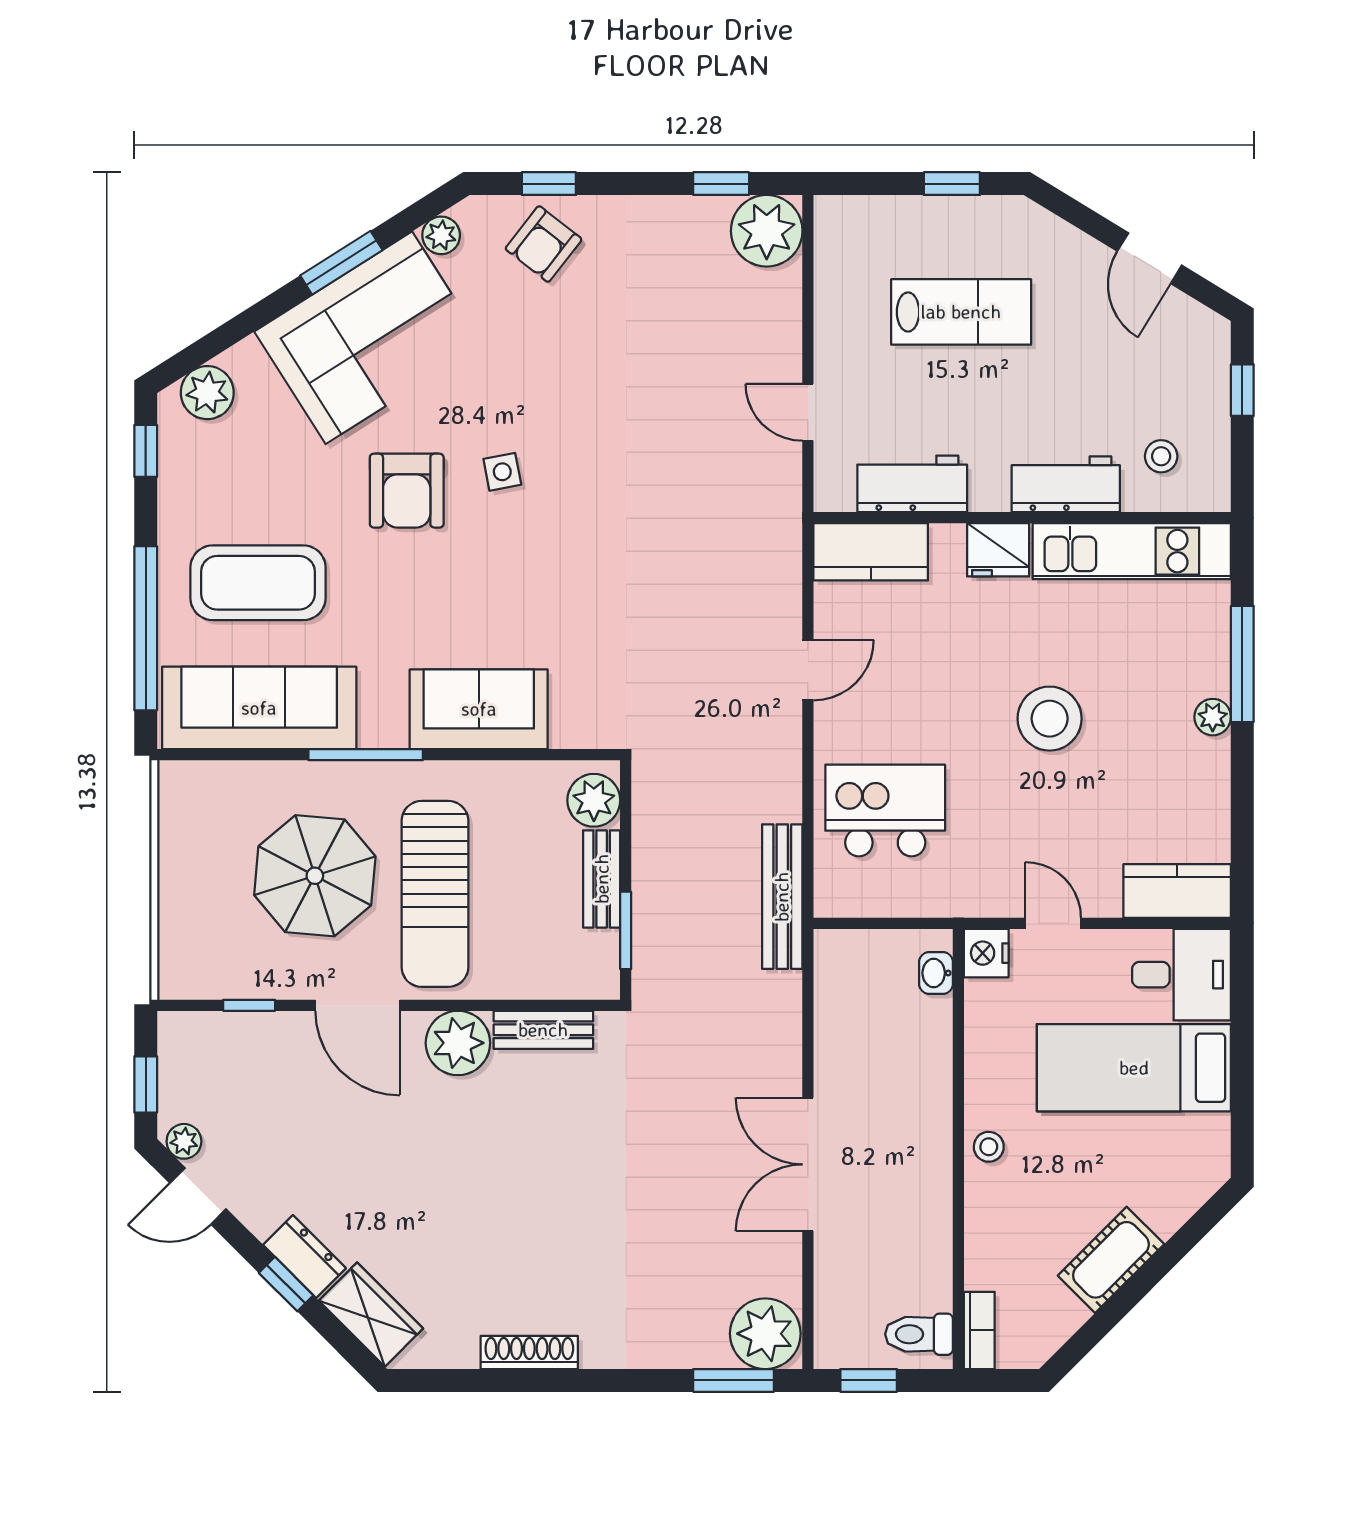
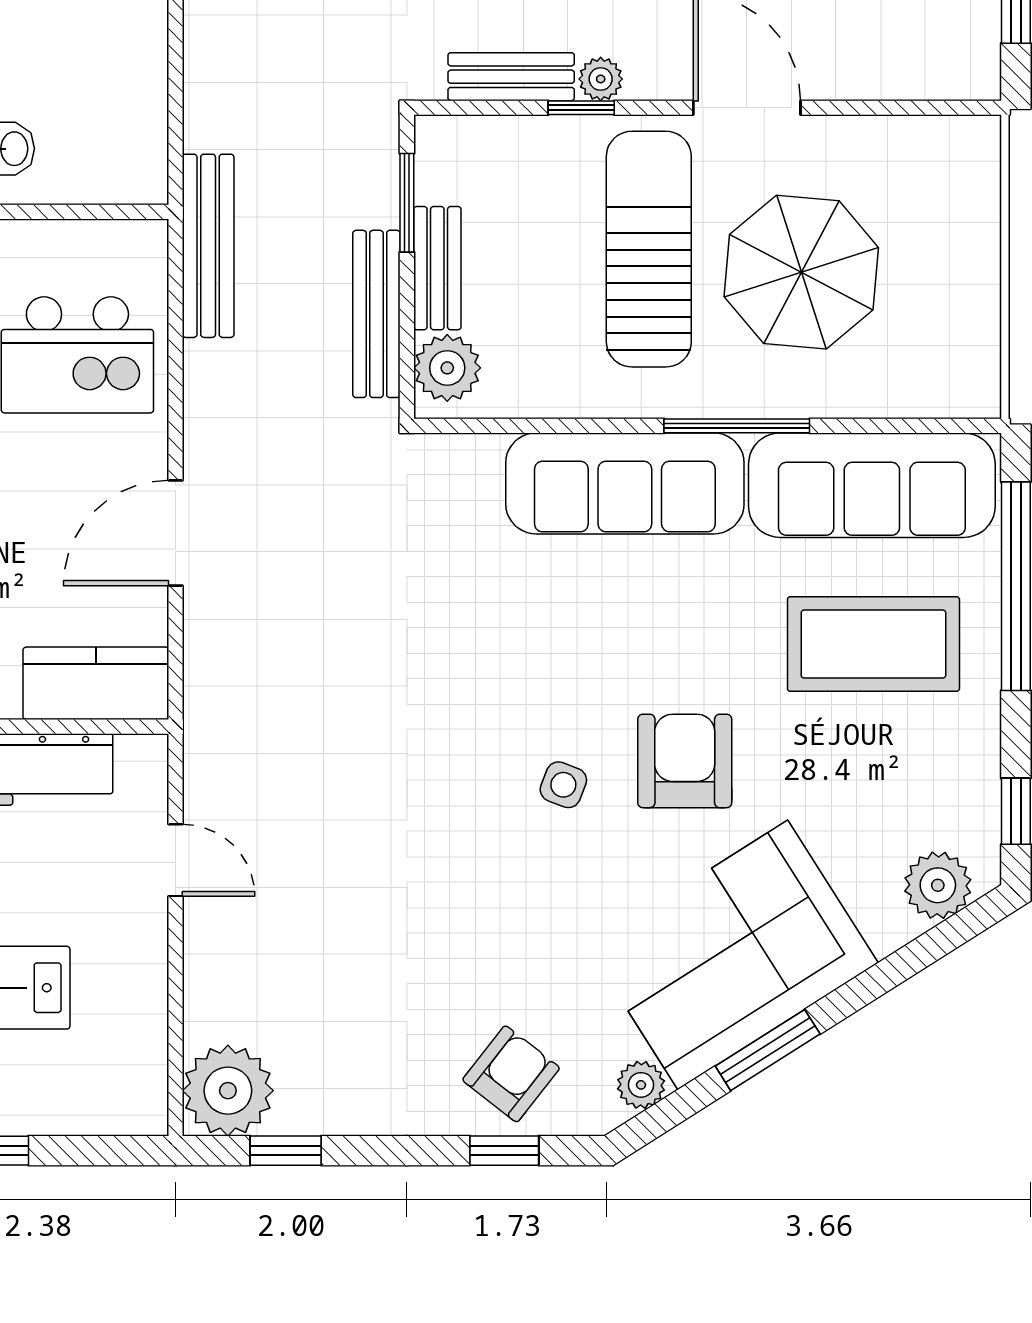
side table: (502, 472) -> (563, 785), turned 32
door: (808, 670) -> (175, 533), width x1.38
sofa: (479, 709) -> (625, 483), width x1.36
bench: (650, 843) -> (376, 314), added
window: (249, 1005) -> (581, 108), moved
plant: (458, 1043) -> (601, 79), width x0.53, depth x0.53

